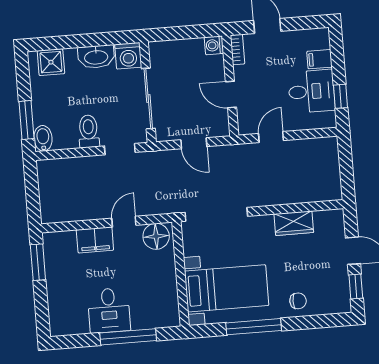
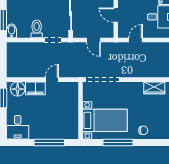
wardrobe: (294, 223) -> (154, 88), moved
floor lamp: (156, 236) -> (18, 89), moved
desk: (109, 310) -> (18, 127), moved

